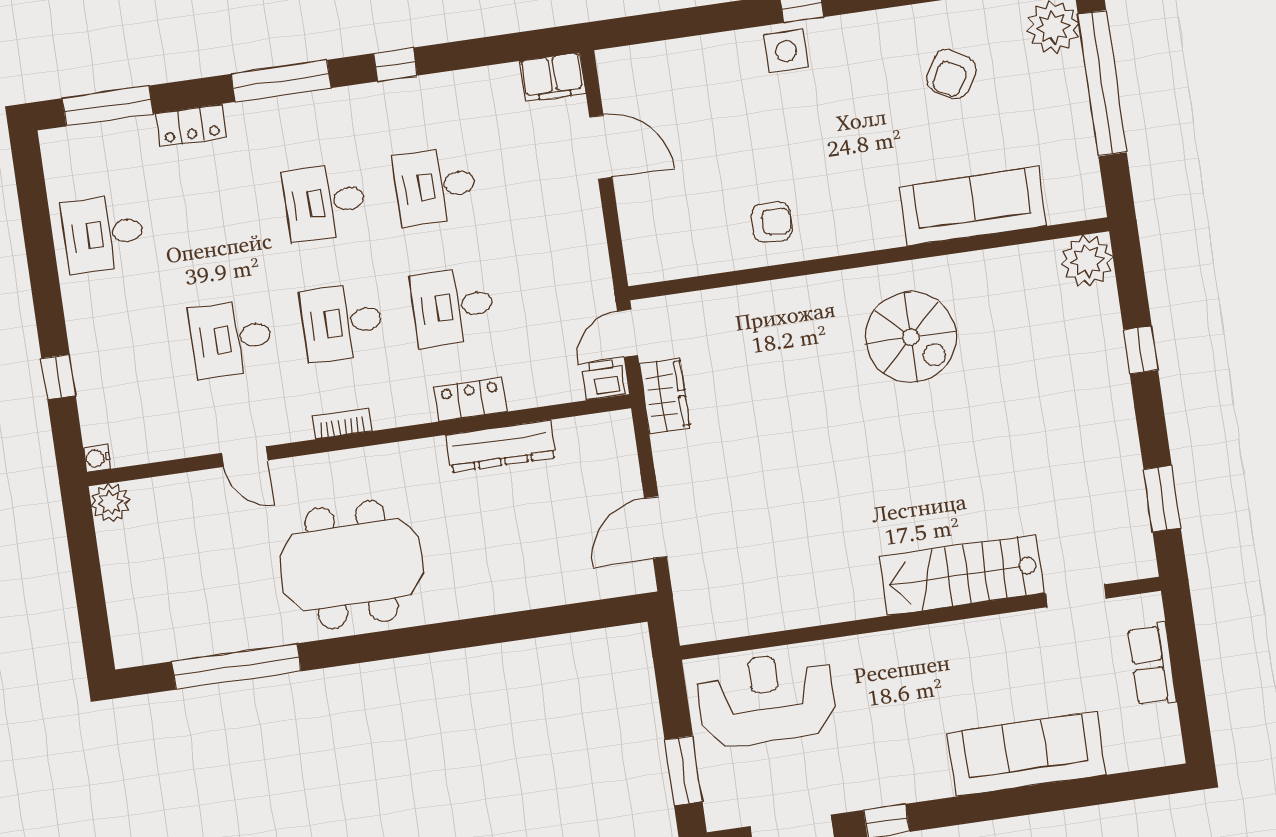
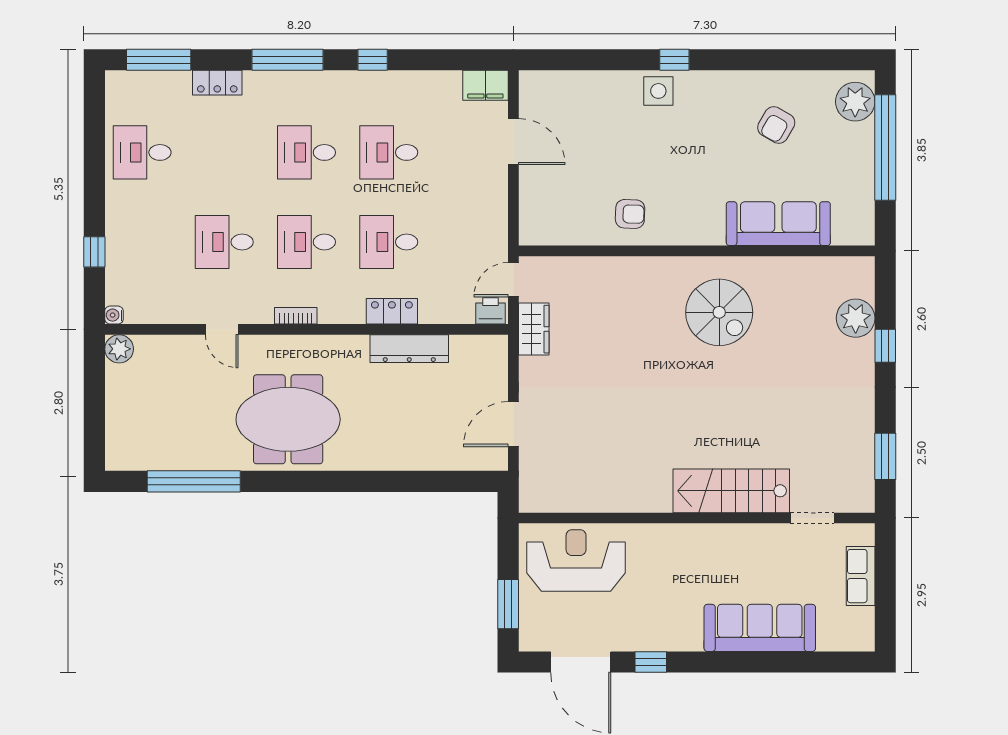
plant: (1087, 261) -> (856, 318), moved

